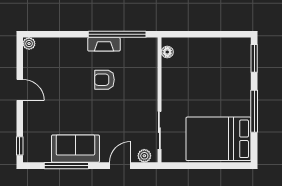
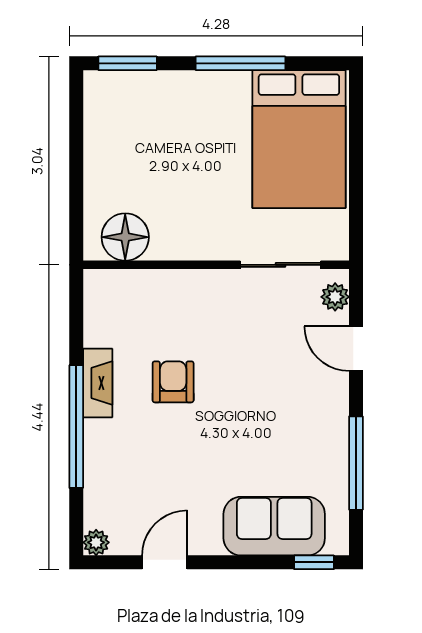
window: (117, 34) -> (76, 427), moved
floor lamp: (167, 52) -> (125, 237), width x1.89, depth x1.89
armchair: (104, 80) -> (173, 382), turned 180
door: (20, 90) -> (165, 562), moved
sofa: (75, 149) -> (274, 526), moved, turned 90

